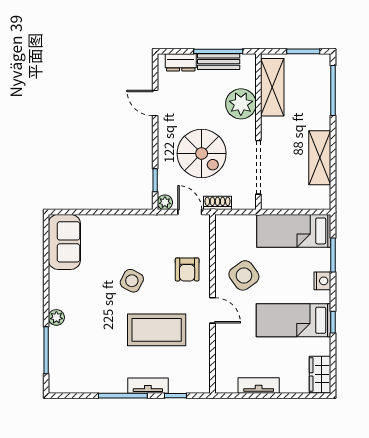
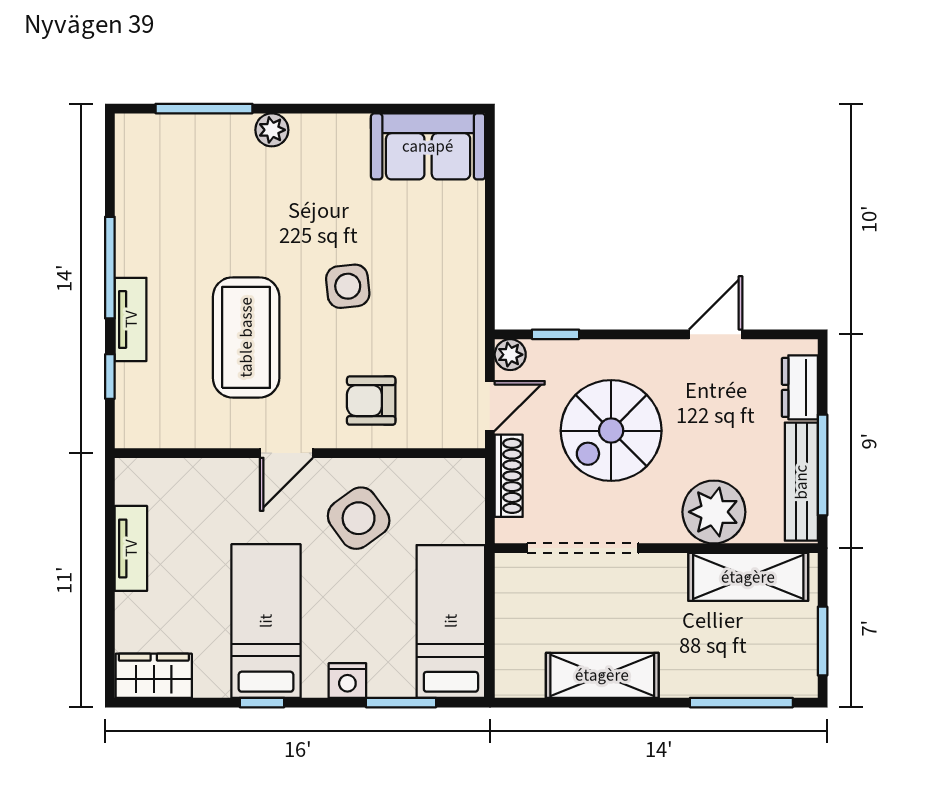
bench: (219, 62) -> (801, 482), width x1.36
shoe rack: (218, 203) -> (509, 476), width x1.43
side table: (132, 281) -> (348, 286), turned -33

